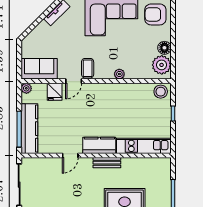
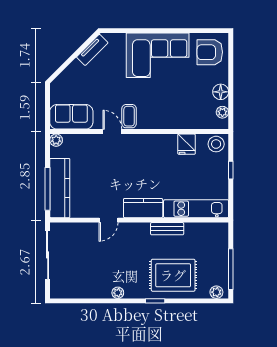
plant: (162, 65) -> (222, 112), width x0.53, depth x0.53
plant: (119, 74) -> (167, 123), removed
door: (74, 81) -> (112, 132), swing flipped
fridge: (55, 92) -> (187, 144), moved
bench: (107, 163) -> (167, 229), moved

